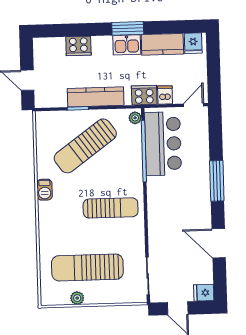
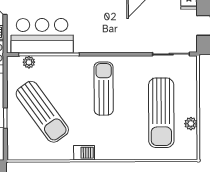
plant: (135, 118) -> (29, 62), moved

